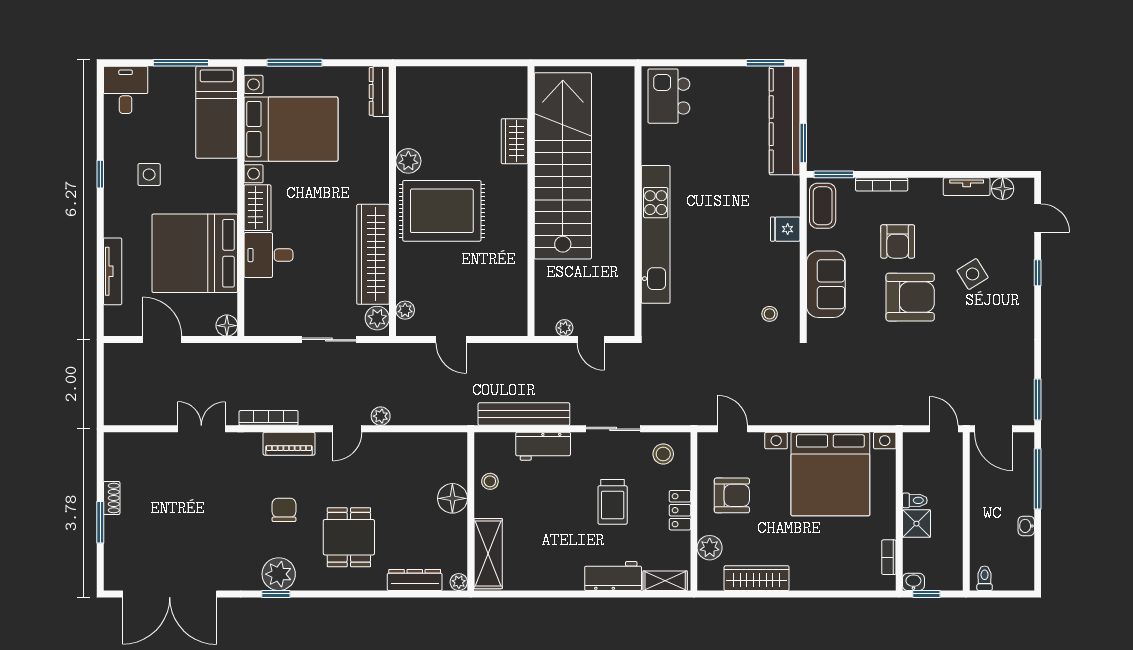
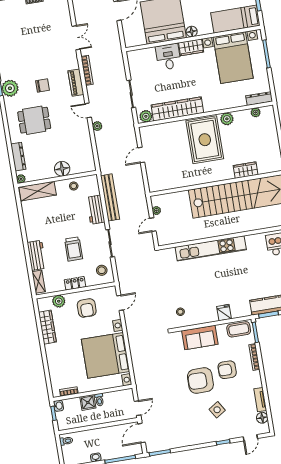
armchair: (910, 297) -> (200, 381), turned 90
plant: (405, 310) -> (256, 112), moved
floor lamp: (227, 326) -> (192, 32), moved
trolley: (613, 502) -> (74, 249), turned -90

